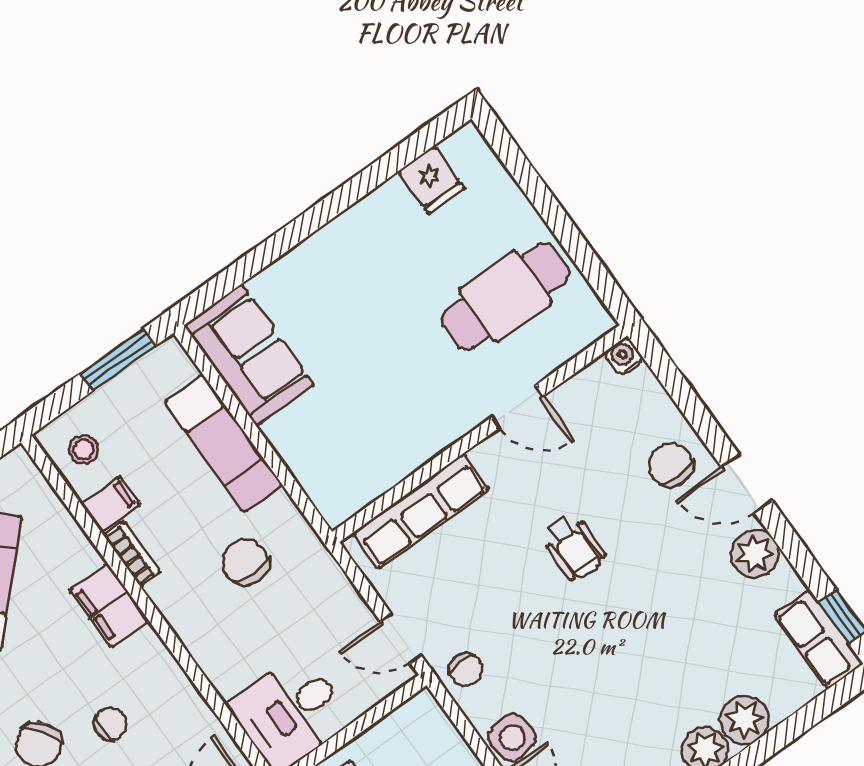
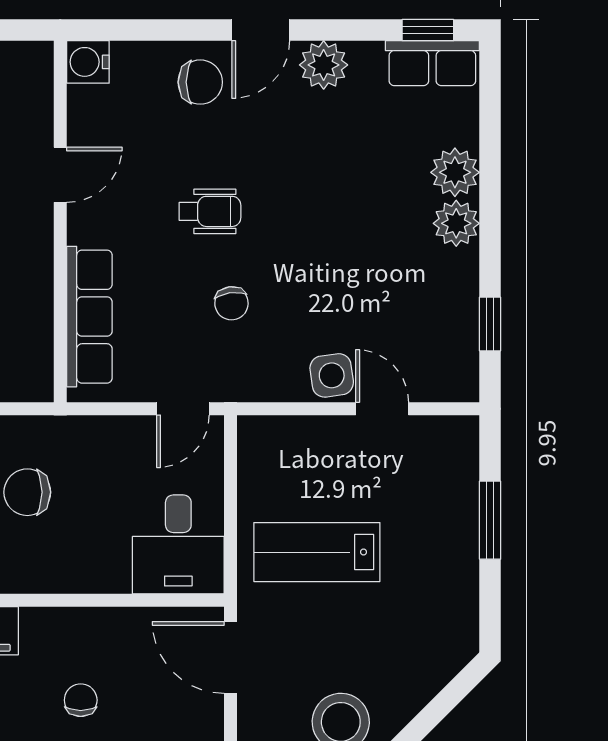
water cooler: (624, 356) -> (88, 62), width x1.38, depth x1.38
chair: (671, 465) -> (200, 82), turned 180
chair: (466, 670) -> (231, 303), moved, turned 82

